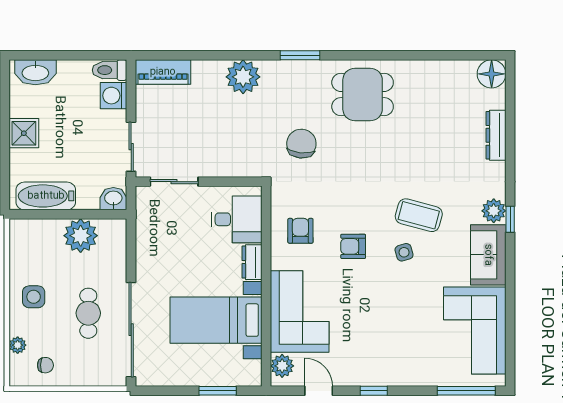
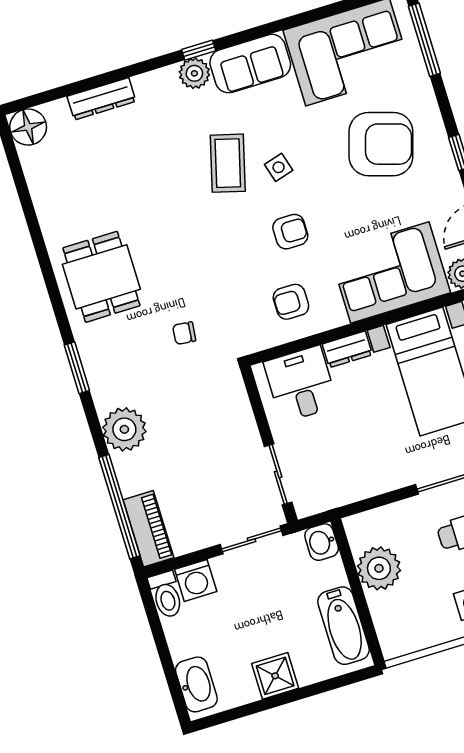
window: (186, 55) -> (119, 507), added
chair: (301, 144) -> (184, 333), width x0.54, depth x0.54
armchair: (353, 246) -> (290, 232), turned -90
armchair: (398, 334) -> (381, 144), added

